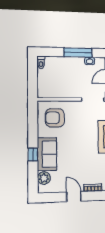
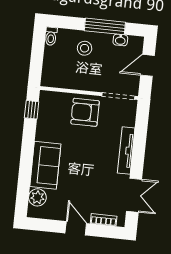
stool: (66, 69) -> (85, 48), added
armchair: (55, 118) -> (85, 112), moved
window: (33, 155) -> (32, 110), moved

